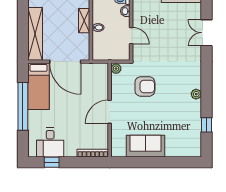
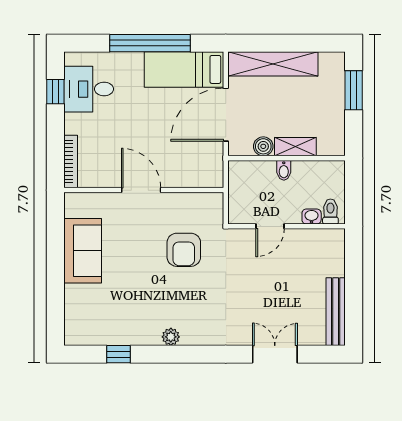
boiler: (84, 40) -> (263, 146), added
plant: (116, 69) -> (214, 201), removed

